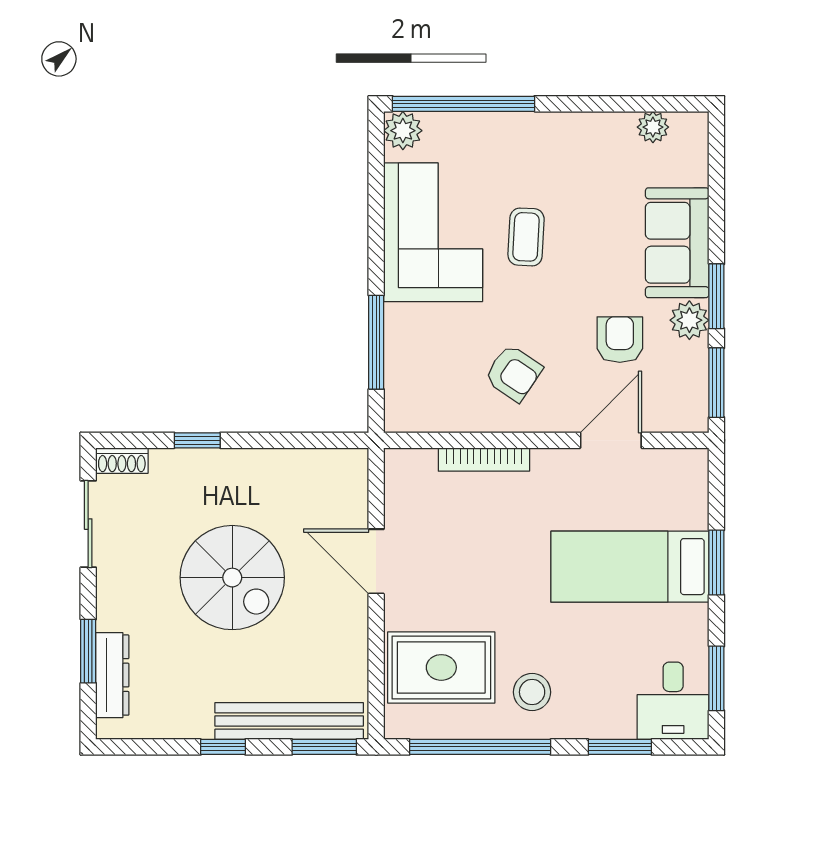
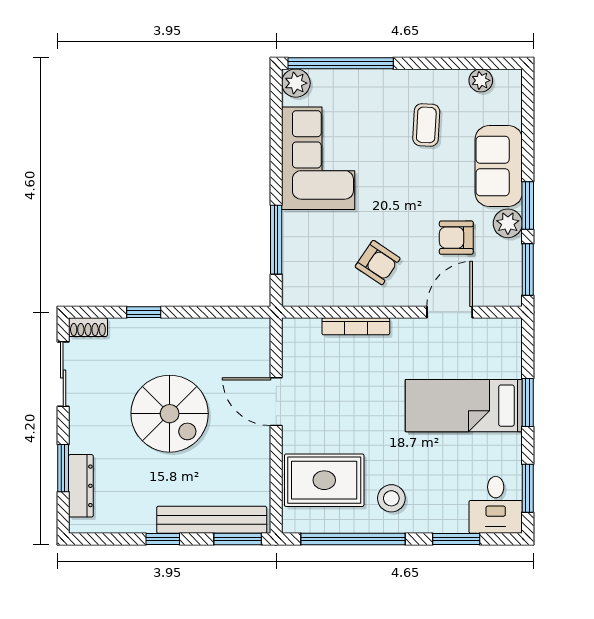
coffee table: (526, 237) -> (426, 125), moved
armchair: (620, 340) -> (456, 238), turned -90

